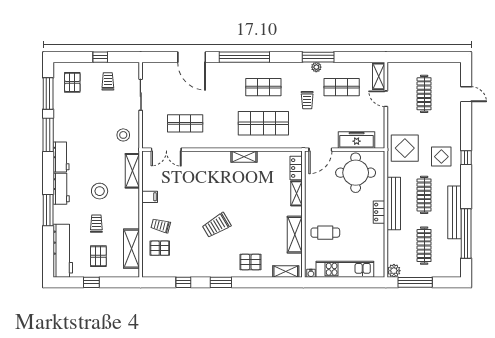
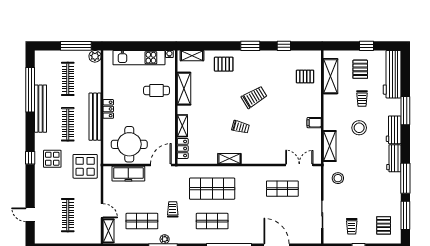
trolley: (161, 226) -> (241, 127), moved

